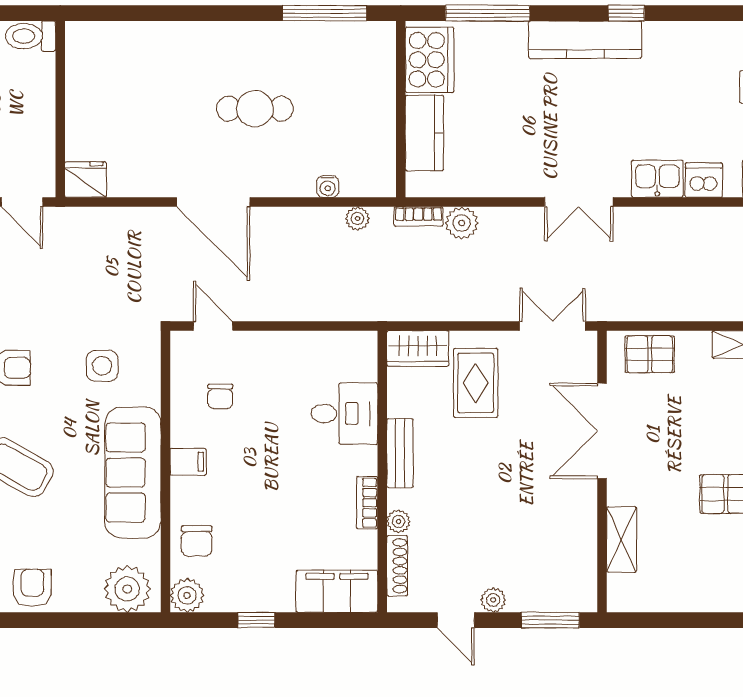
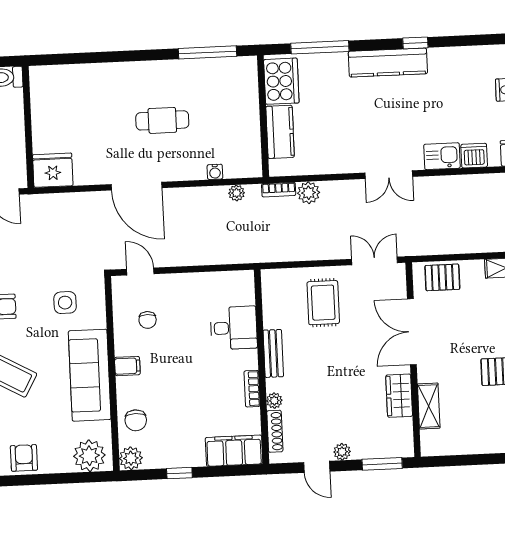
fridge: (86, 180) -> (53, 170), width x1.36, depth x1.34
wardrobe: (418, 348) -> (399, 396), moved, turned 90

